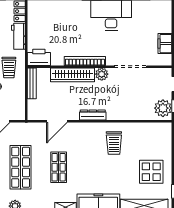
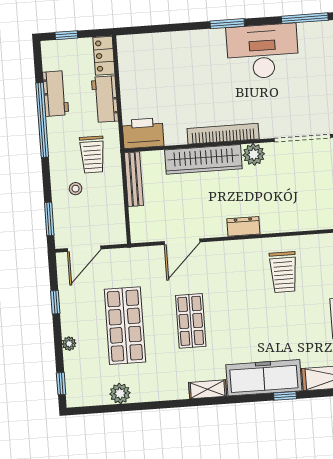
dresser: (93, 115) -> (243, 226), width x0.70

